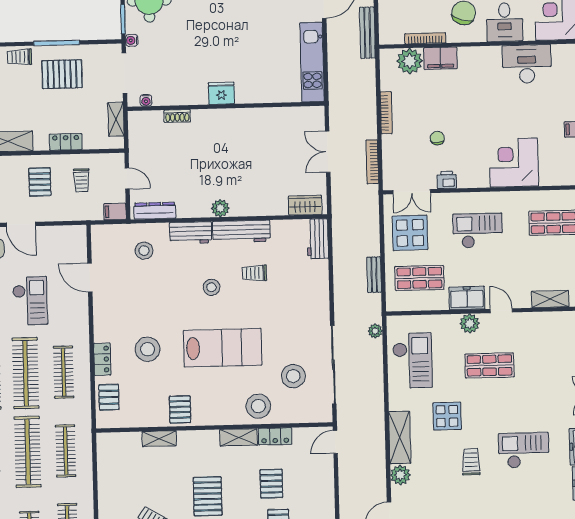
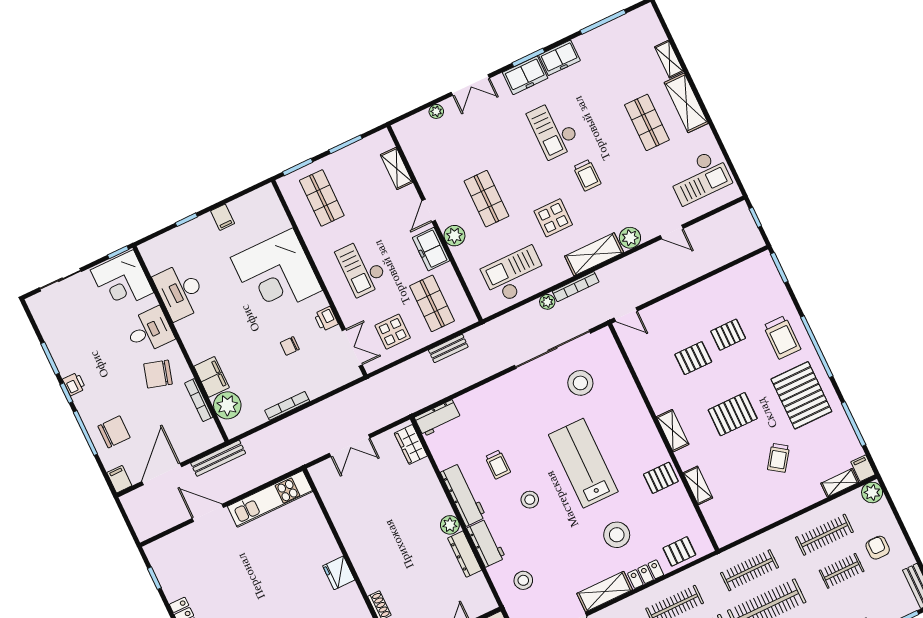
bookcase: (372, 162) -> (576, 287), moved
corner desk: (514, 163) -> (276, 274), width x1.36, depth x1.36
dresser: (155, 211) -> (465, 554), moved
display table: (410, 233) -> (393, 332), width x0.73, depth x0.73
shelving: (103, 317) -> (605, 592), added
plant: (375, 331) -> (547, 302), moved
stool: (258, 406) -> (624, 404), removed
locker: (275, 436) -> (646, 375), removed
shelving: (239, 437) -> (673, 431), moved
trolley: (471, 462) -> (587, 175), turned -90

